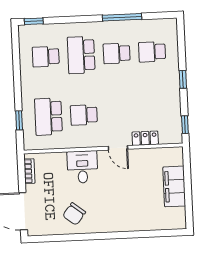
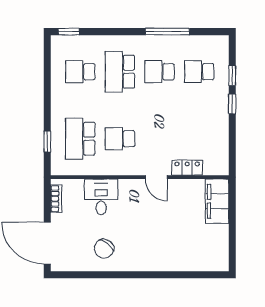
window: (185, 125) -> (232, 76), moved
desk: (82, 167) -> (101, 197), moved
filing cabinet: (174, 186) -> (217, 201), moved

